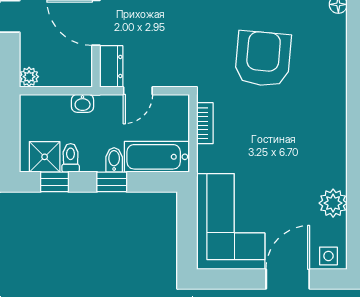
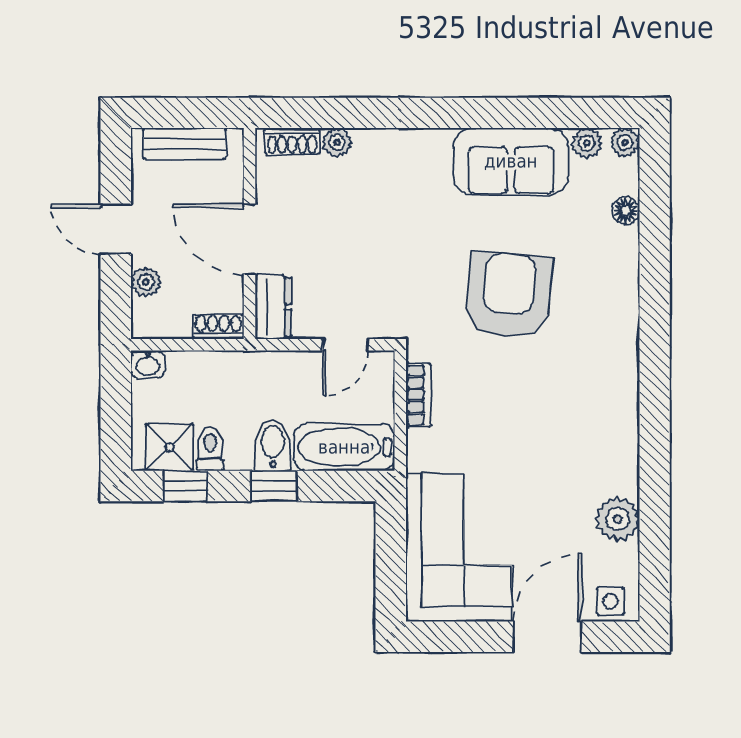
plant: (29, 77) -> (146, 282), moved
shoe rack: (76, 79) -> (218, 327), added
door: (138, 91) -> (345, 345), moved
washbasin: (83, 103) -> (148, 364), moved
bidet: (114, 160) -> (273, 445), width x1.38, depth x1.36

